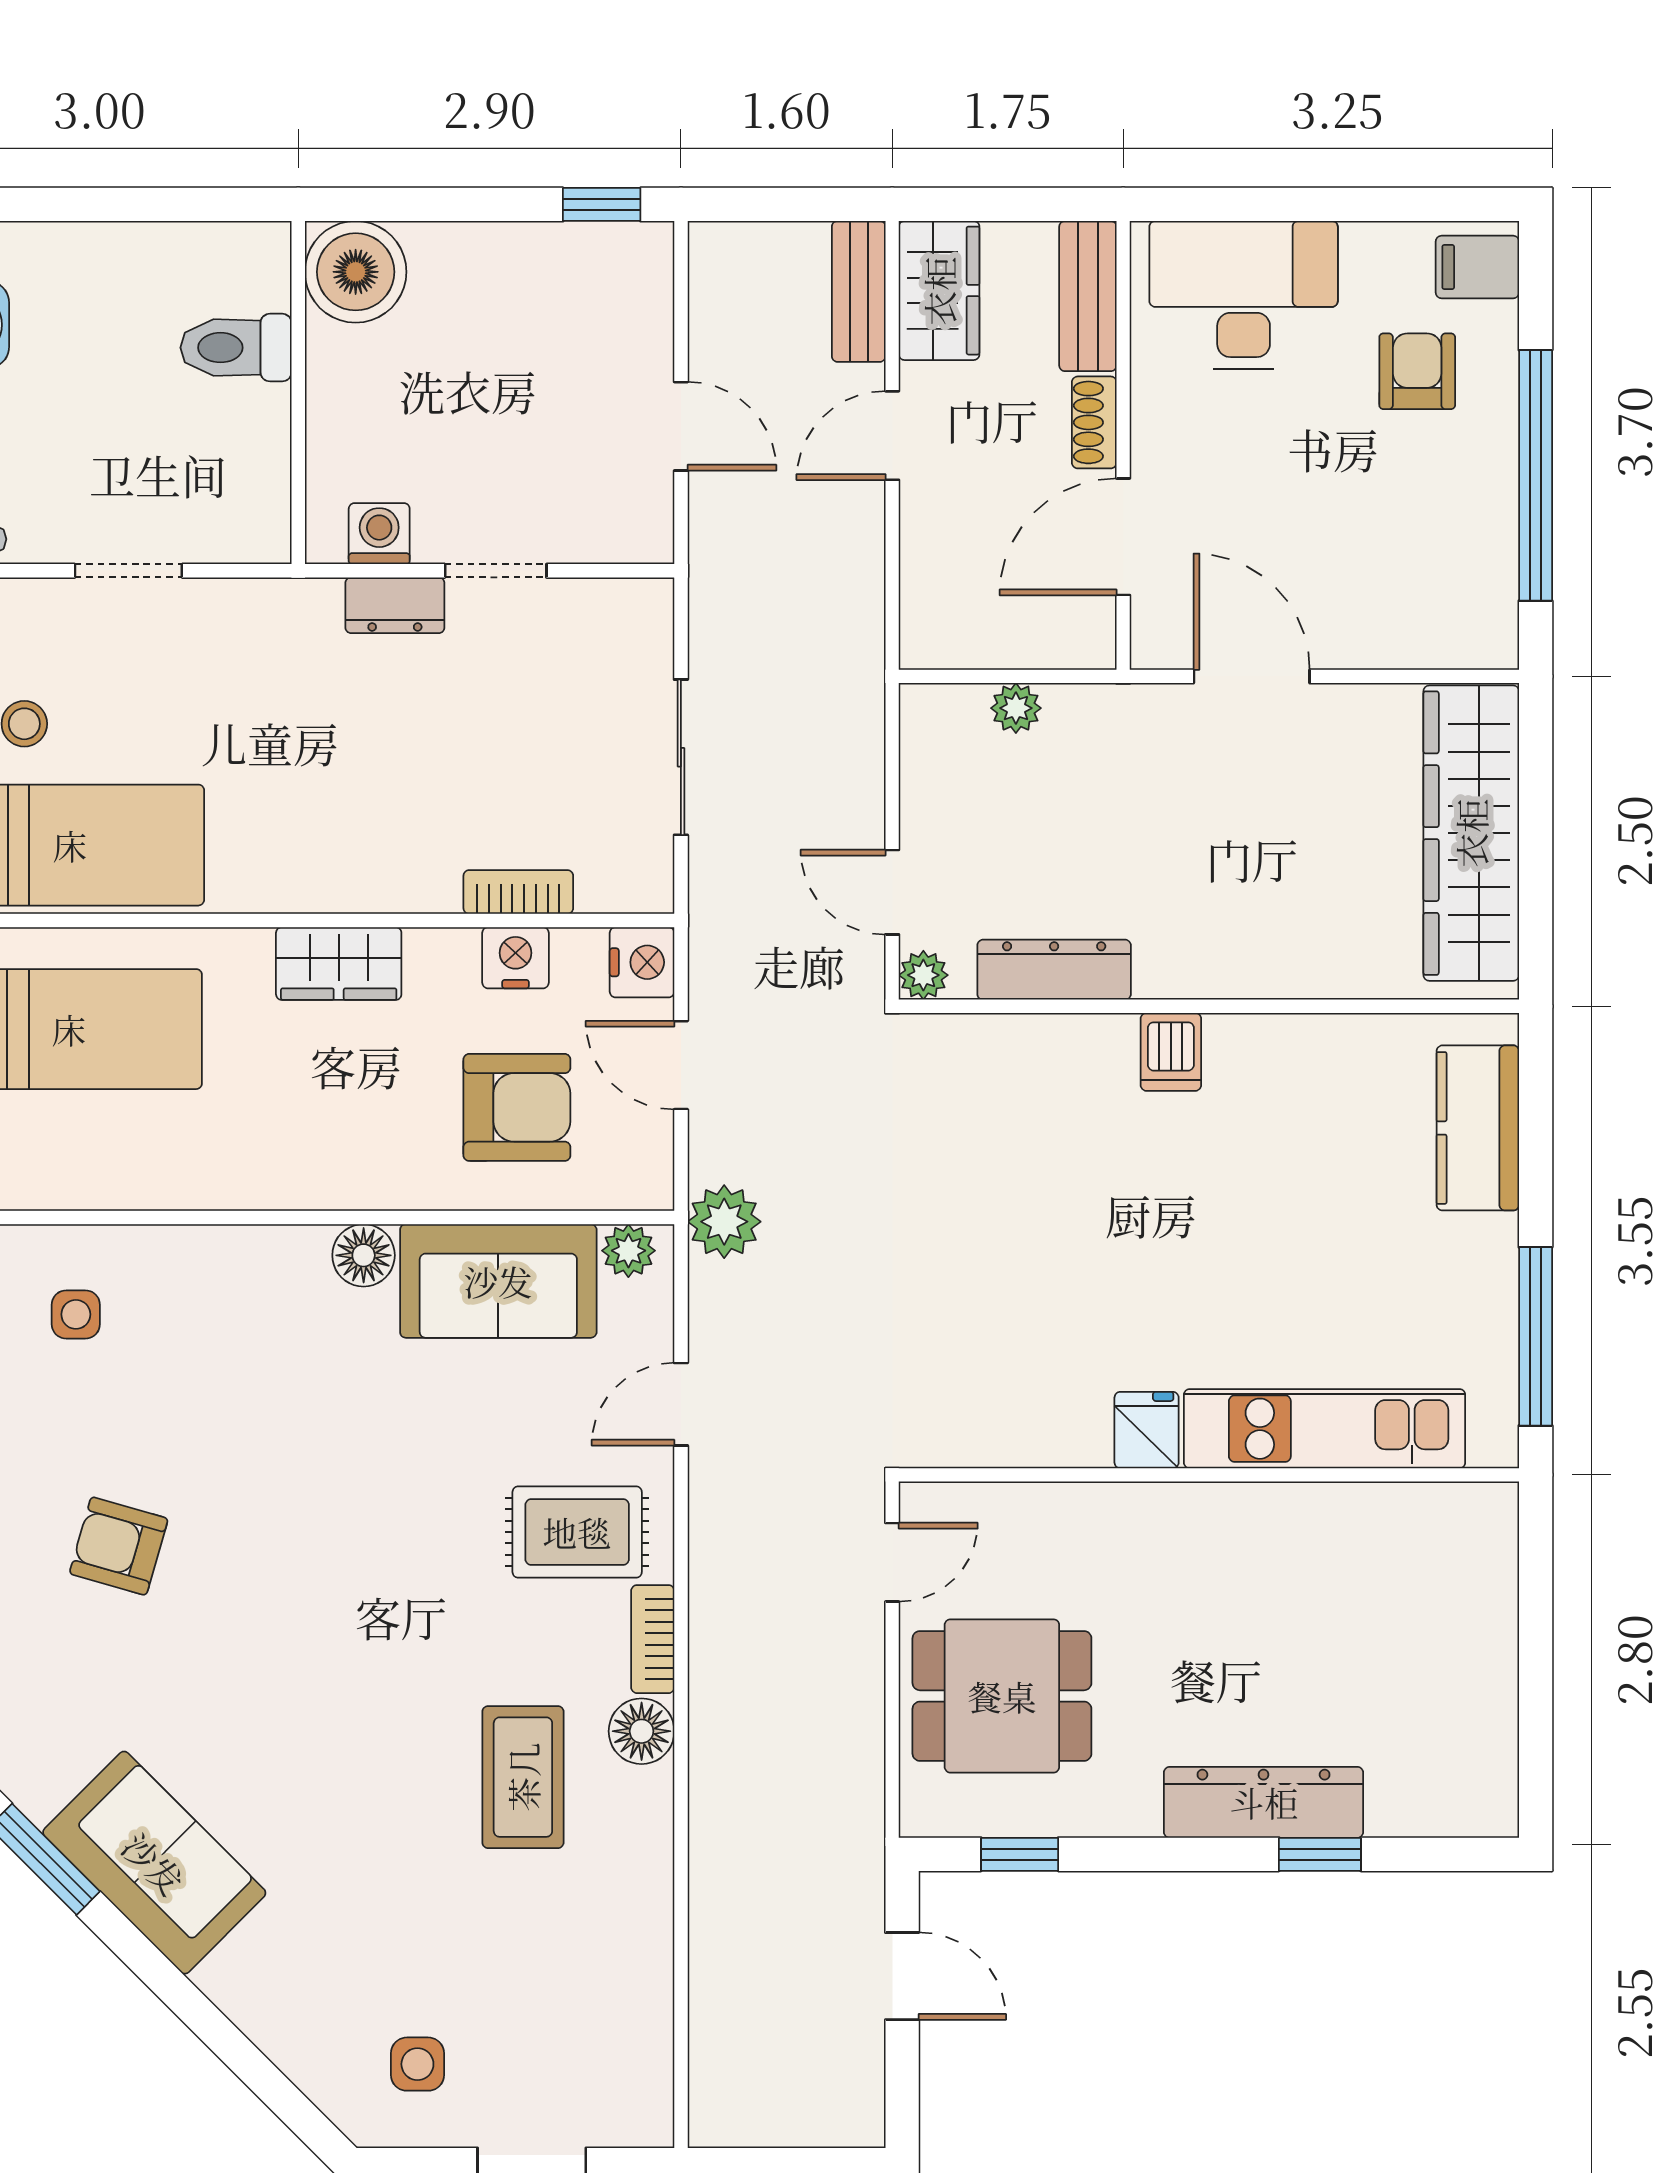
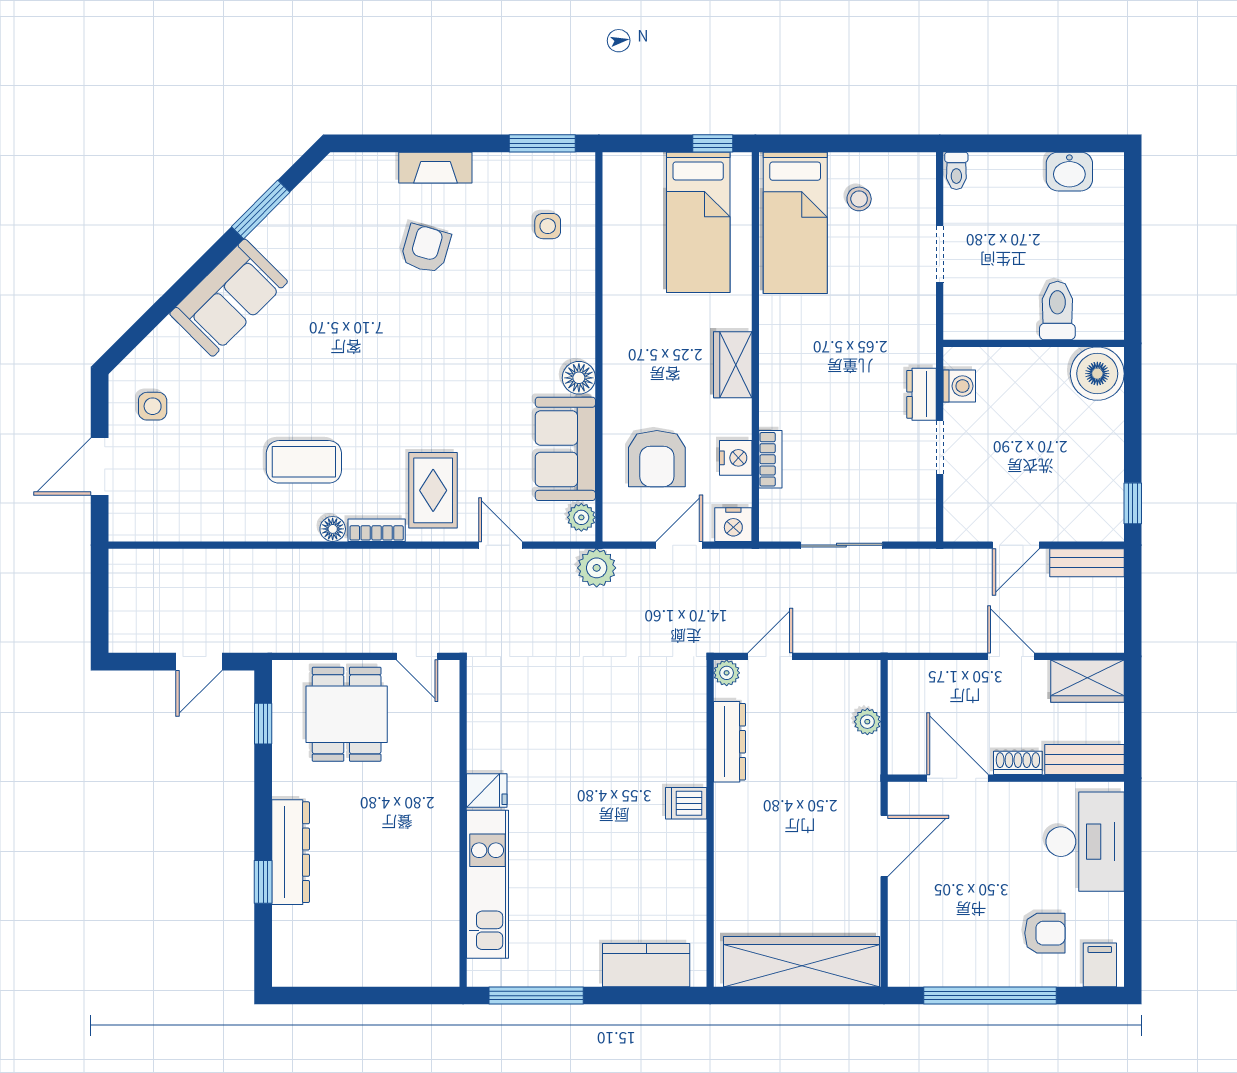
bench: (859, 291) -> (1087, 563), moved
floor lamp: (642, 1731) -> (333, 529), width x0.73, depth x0.73
sofa: (154, 1863) -> (229, 298), moved

